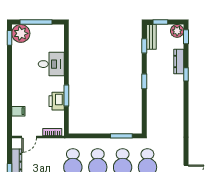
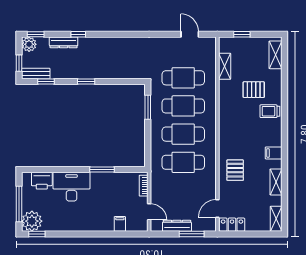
desk: (51, 64) -> (72, 187), width x1.37
printer: (57, 101) -> (42, 181), moved

